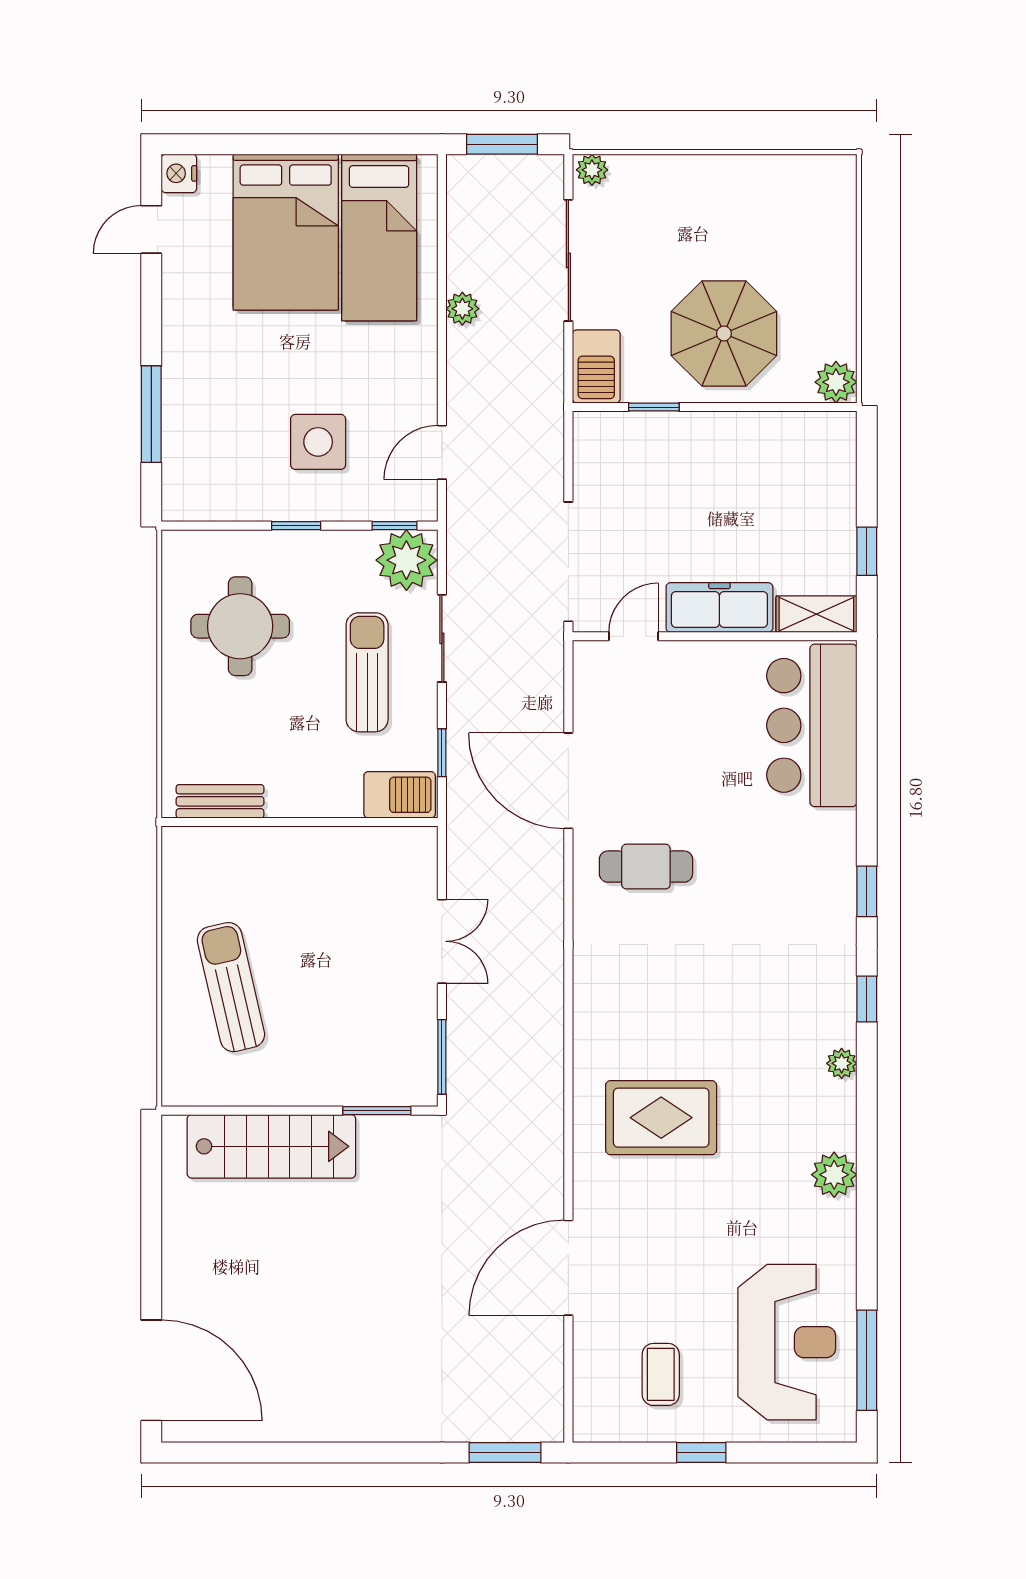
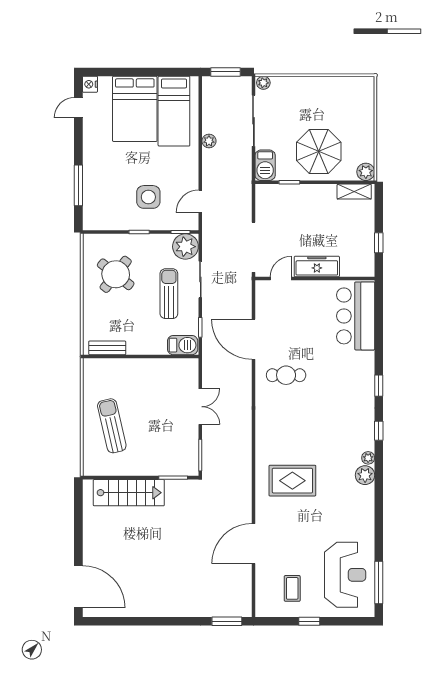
shelving: (816, 614) -> (354, 192), moved
round table: (240, 626) -> (116, 274), turned 38
plant: (834, 1175) -> (365, 475), moved

